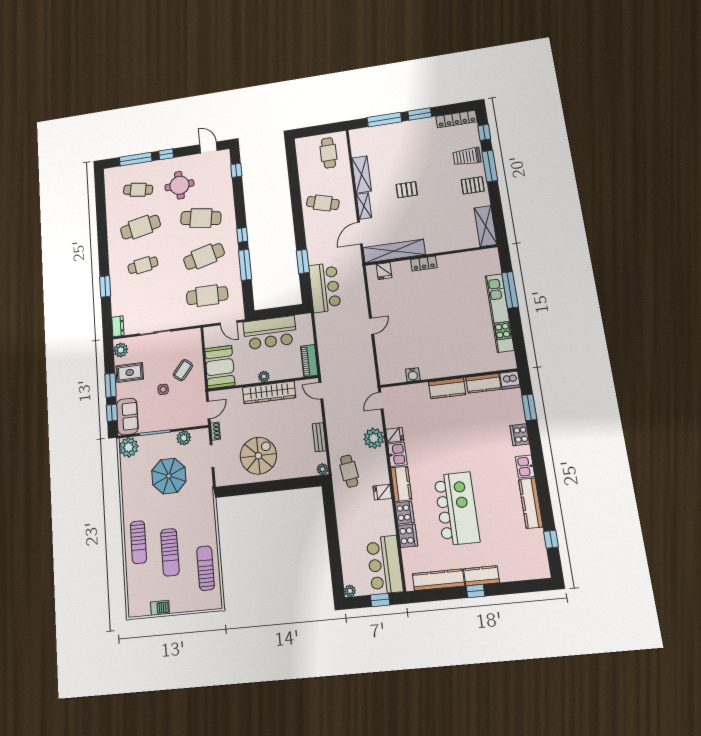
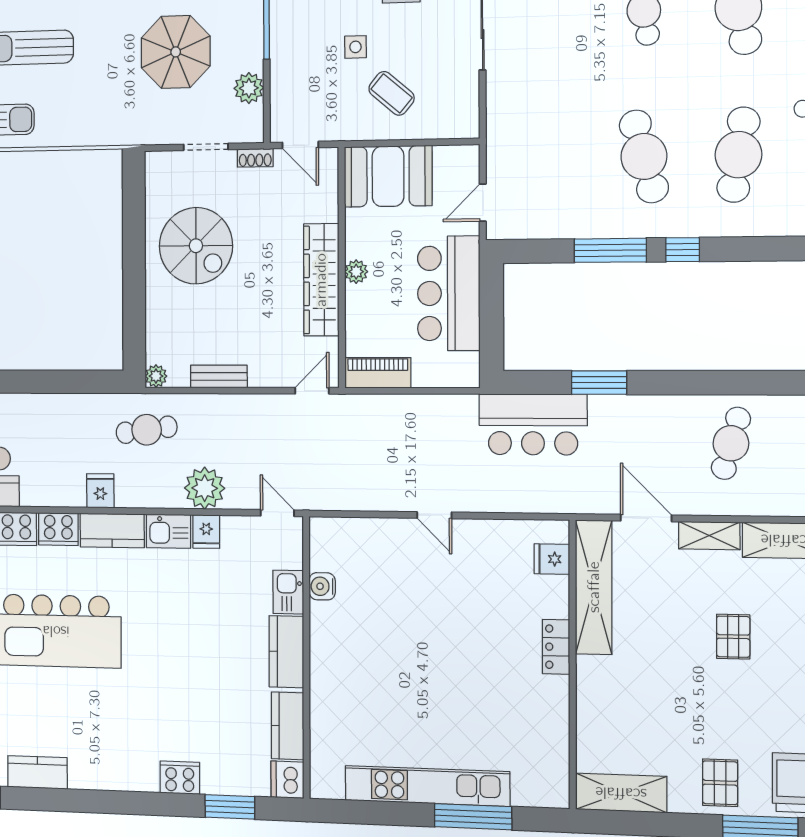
cafe table: (207, 296) -> (551, 158), removed
kitchen sink: (525, 467) -> (288, 592), moved, turned -90
kitchen counter: (531, 503) -> (37, 772), width x0.67

